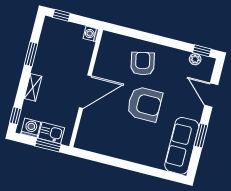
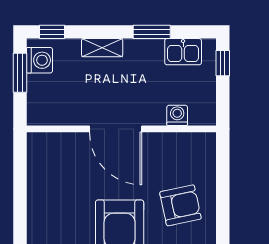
washing machine: (91, 34) -> (177, 115), moved
kitchen sink: (51, 133) -> (183, 52), moved, turned 90
window: (48, 145) -> (20, 73), moved

